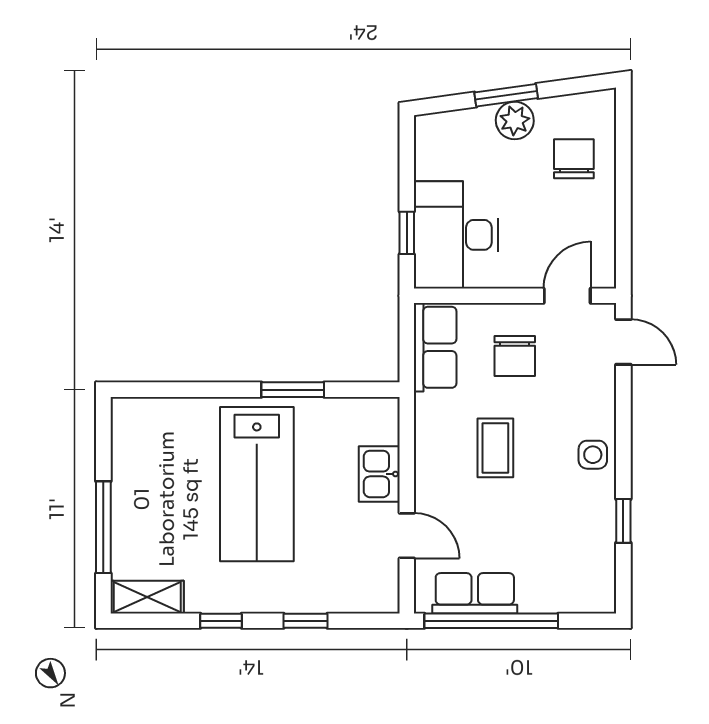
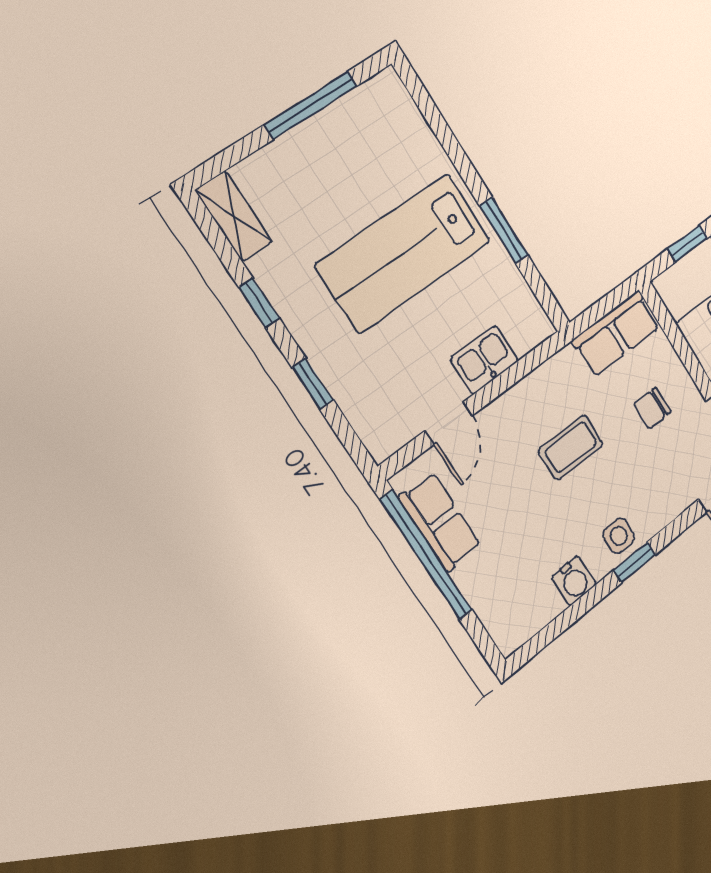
chair: (515, 356) -> (652, 408), width x0.73, depth x0.73
water cooler: (599, 516) -> (574, 581), added
window: (623, 521) -> (635, 562), moved
window: (103, 527) -> (311, 105), moved

